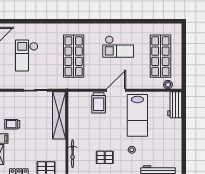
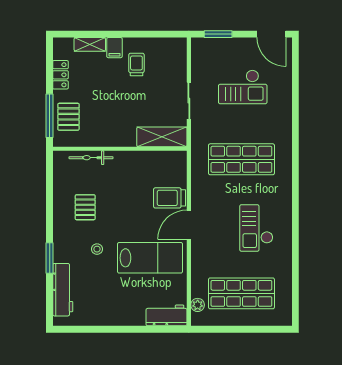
checkout: (27, 55) -> (243, 87), turned 180
door: (116, 90) -> (189, 225), swing flipped
shelving: (59, 115) -> (162, 137), width x0.68
lab bench: (137, 115) -> (150, 258), turned 180

